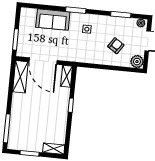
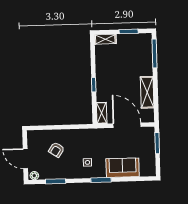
plant: (137, 62) -> (33, 137), removed
shelving: (20, 77) -> (147, 92), moved

